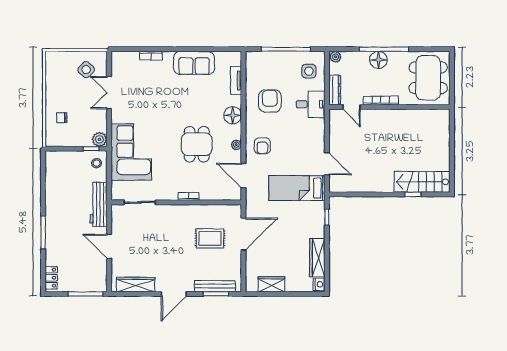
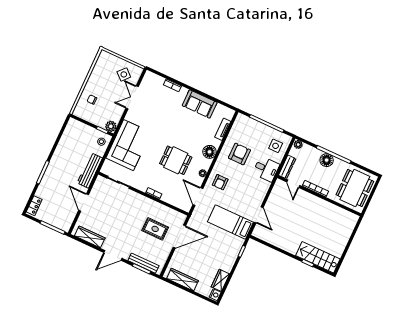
dining table: (197, 144) -> (176, 160), turned 90
wardrobe: (317, 258) -> (220, 280), width x0.67
wardrobe: (271, 284) -> (183, 280), width x1.50

